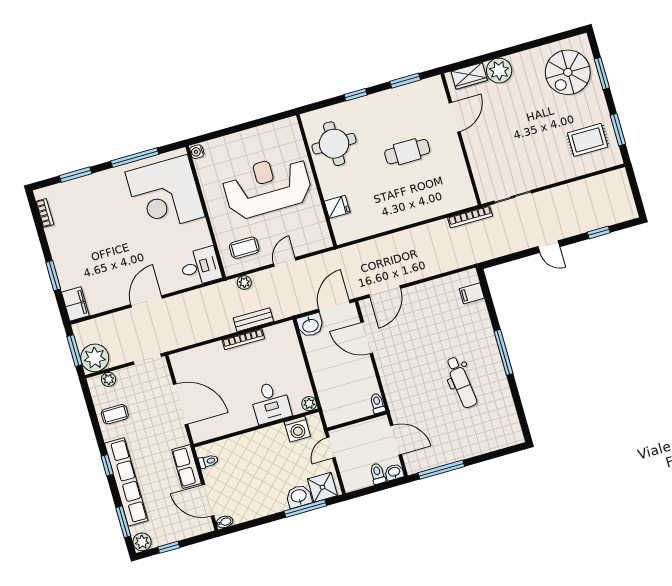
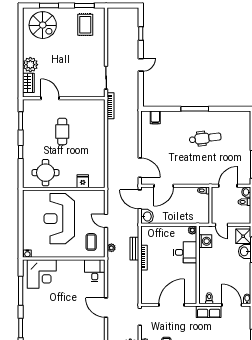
corner desk: (165, 194) -> (42, 274), width x0.74, depth x0.74
door: (208, 500) -> (232, 305), swing flipped

